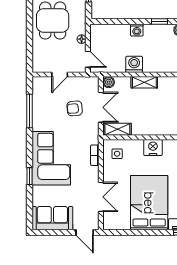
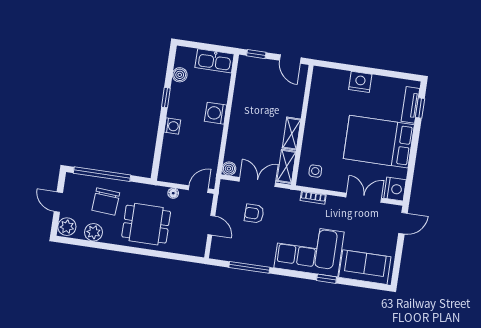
washing machine: (134, 64) -> (216, 113), moved
shelving: (144, 82) -> (292, 134), moved
armchair: (75, 108) -> (254, 213), turned 95
nightstand: (153, 148) -> (395, 189), moved, turned 180
sofa: (52, 218) -> (365, 267), moved, turned 90

